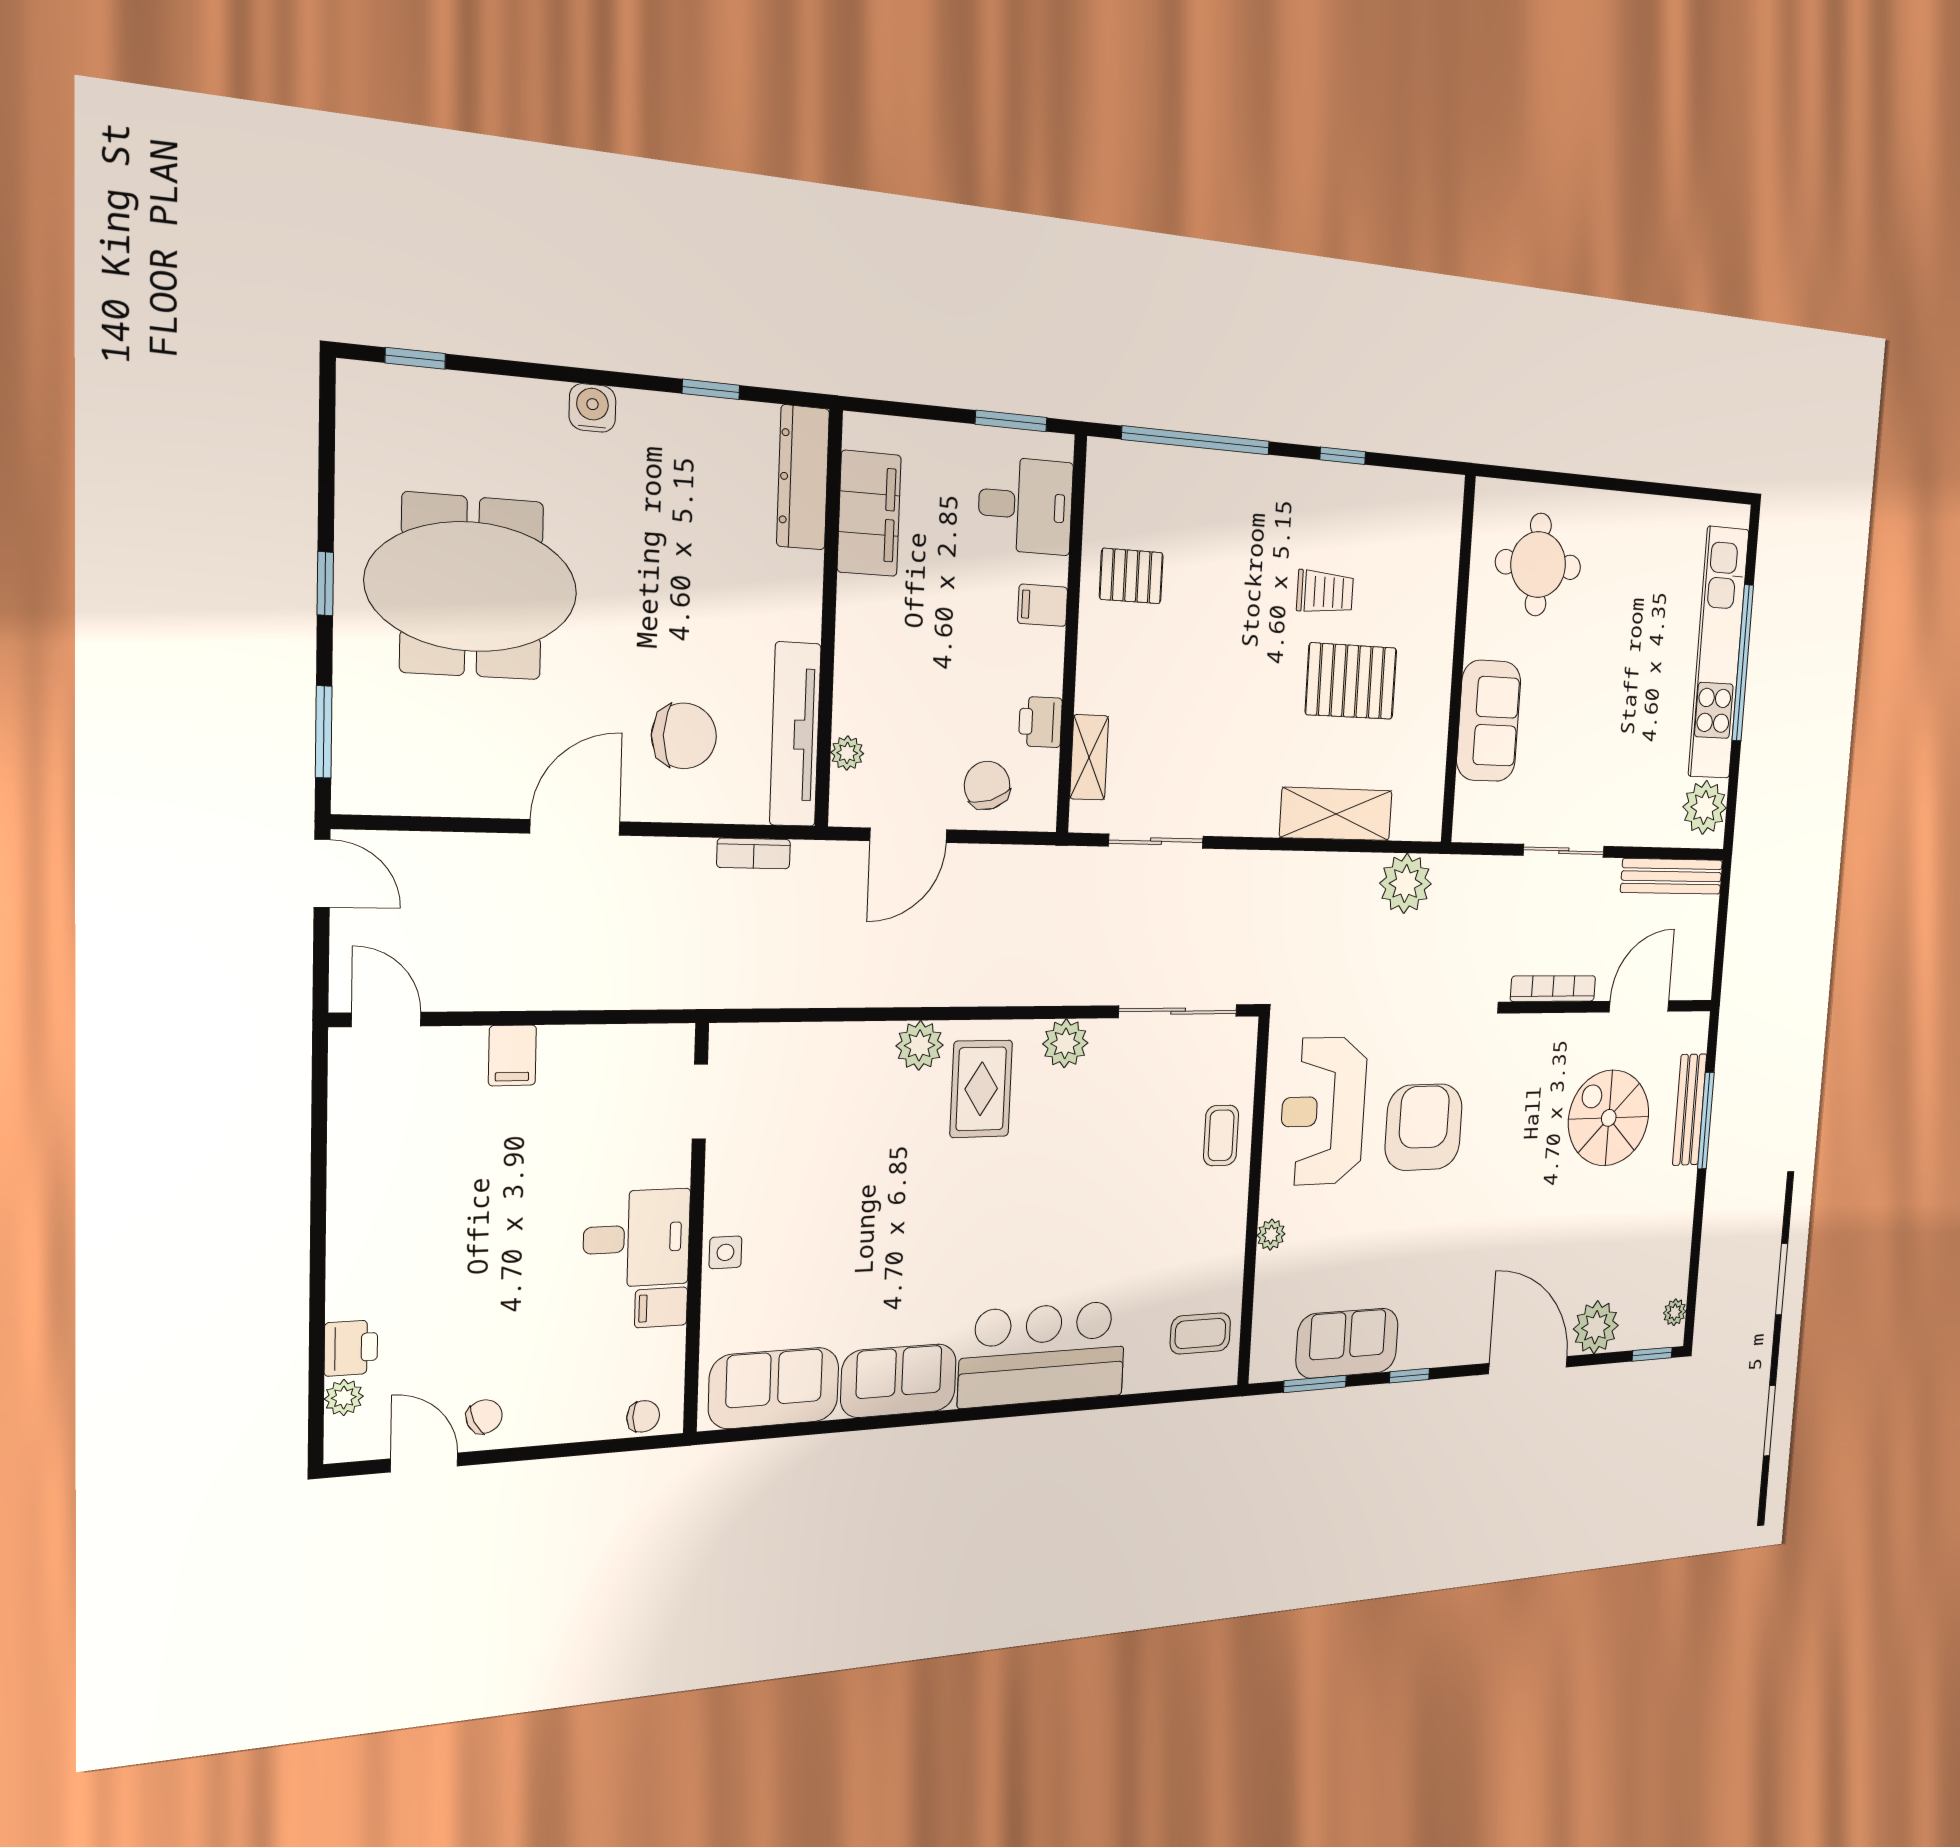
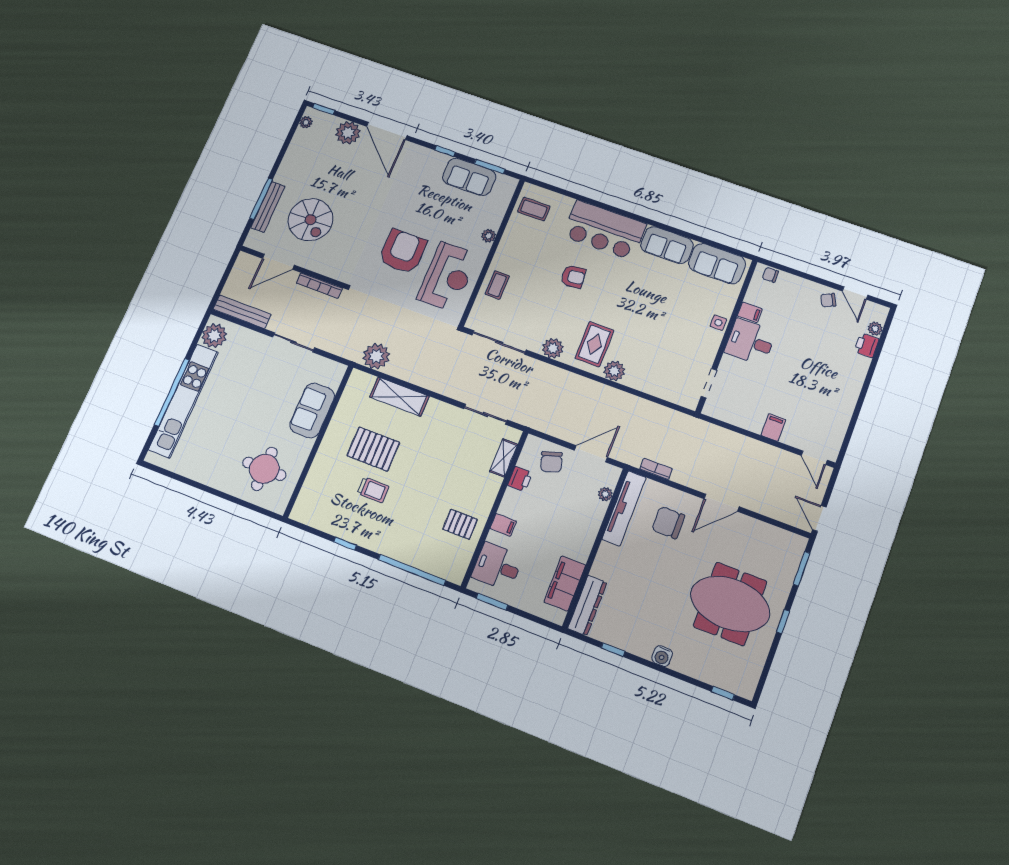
trolley: (1325, 592) -> (373, 490), turned 180
armchair: (1424, 1127) -> (403, 251), turned 180
armchair: (1074, 1221) -> (573, 277), added

